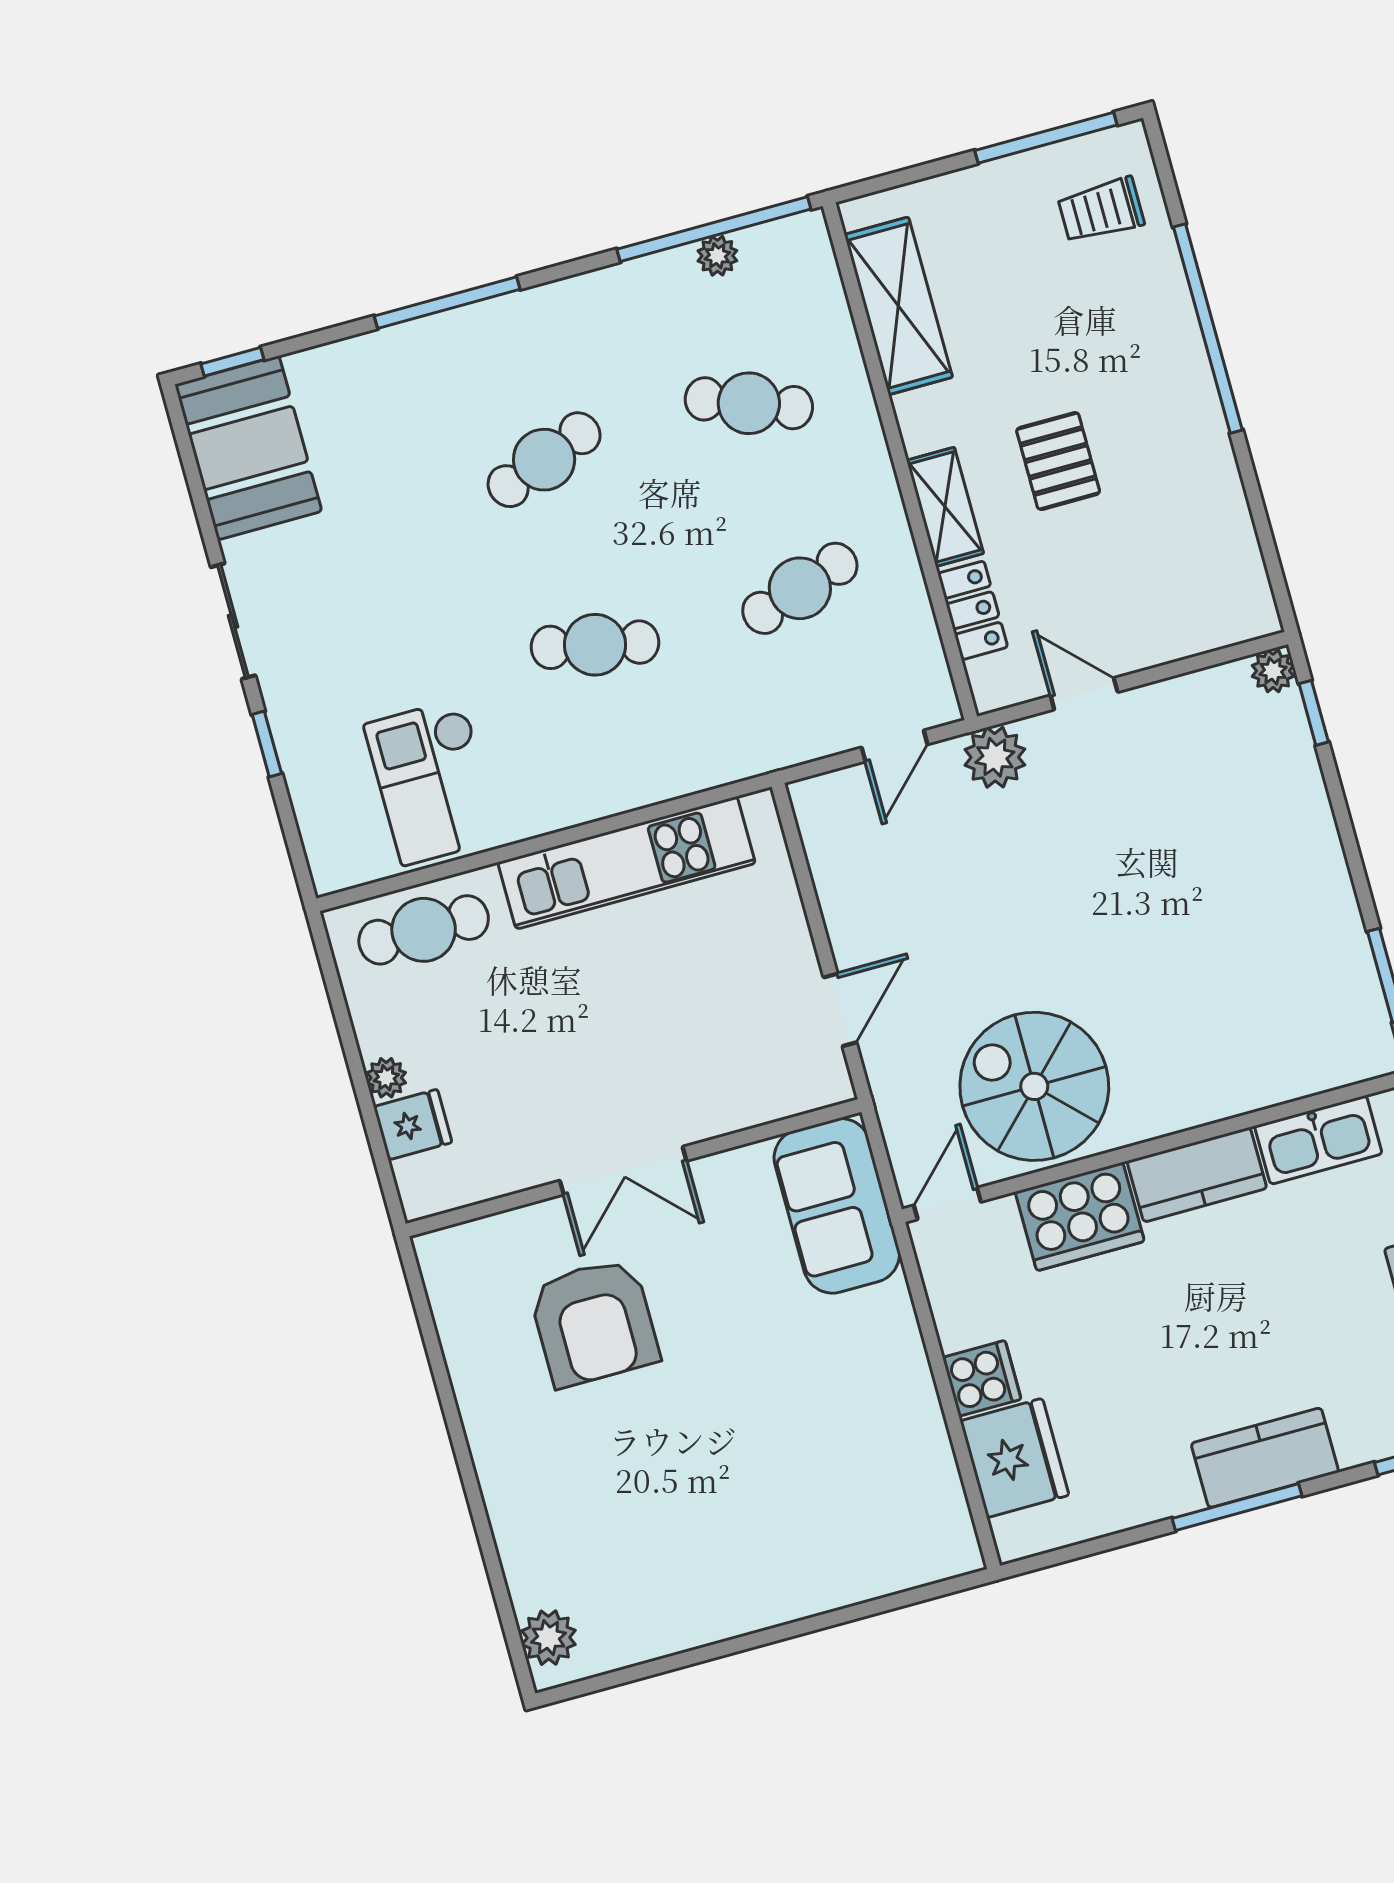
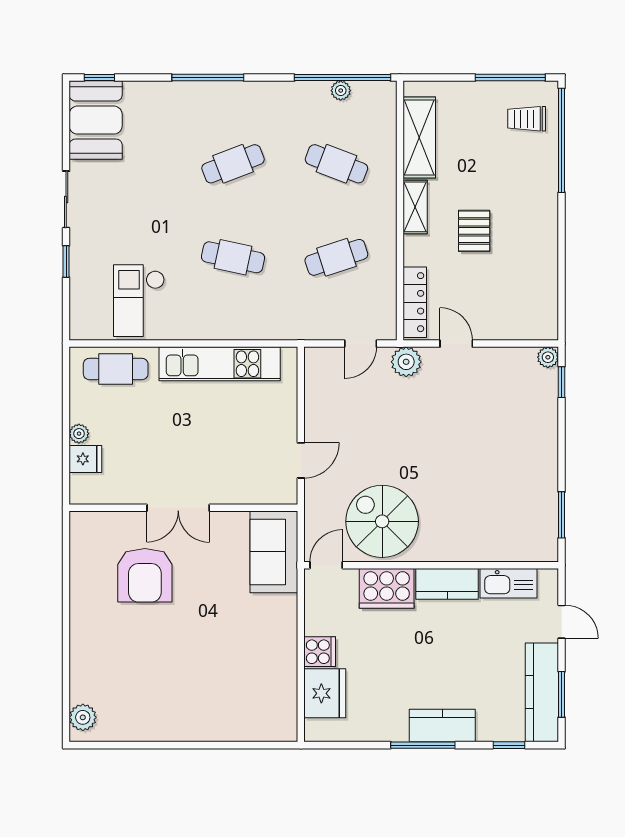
window: (1208, 329) -> (562, 140), moved
shelving: (945, 507) -> (415, 207), moved
locker: (973, 610) -> (415, 302), width x1.53

